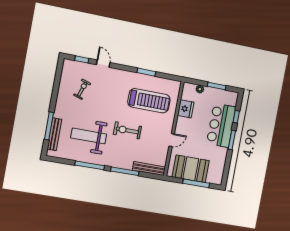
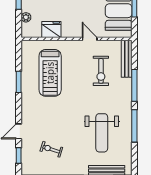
treadmill: (149, 101) -> (50, 73), turned 180
exercise bike: (127, 130) -> (101, 71), moved

